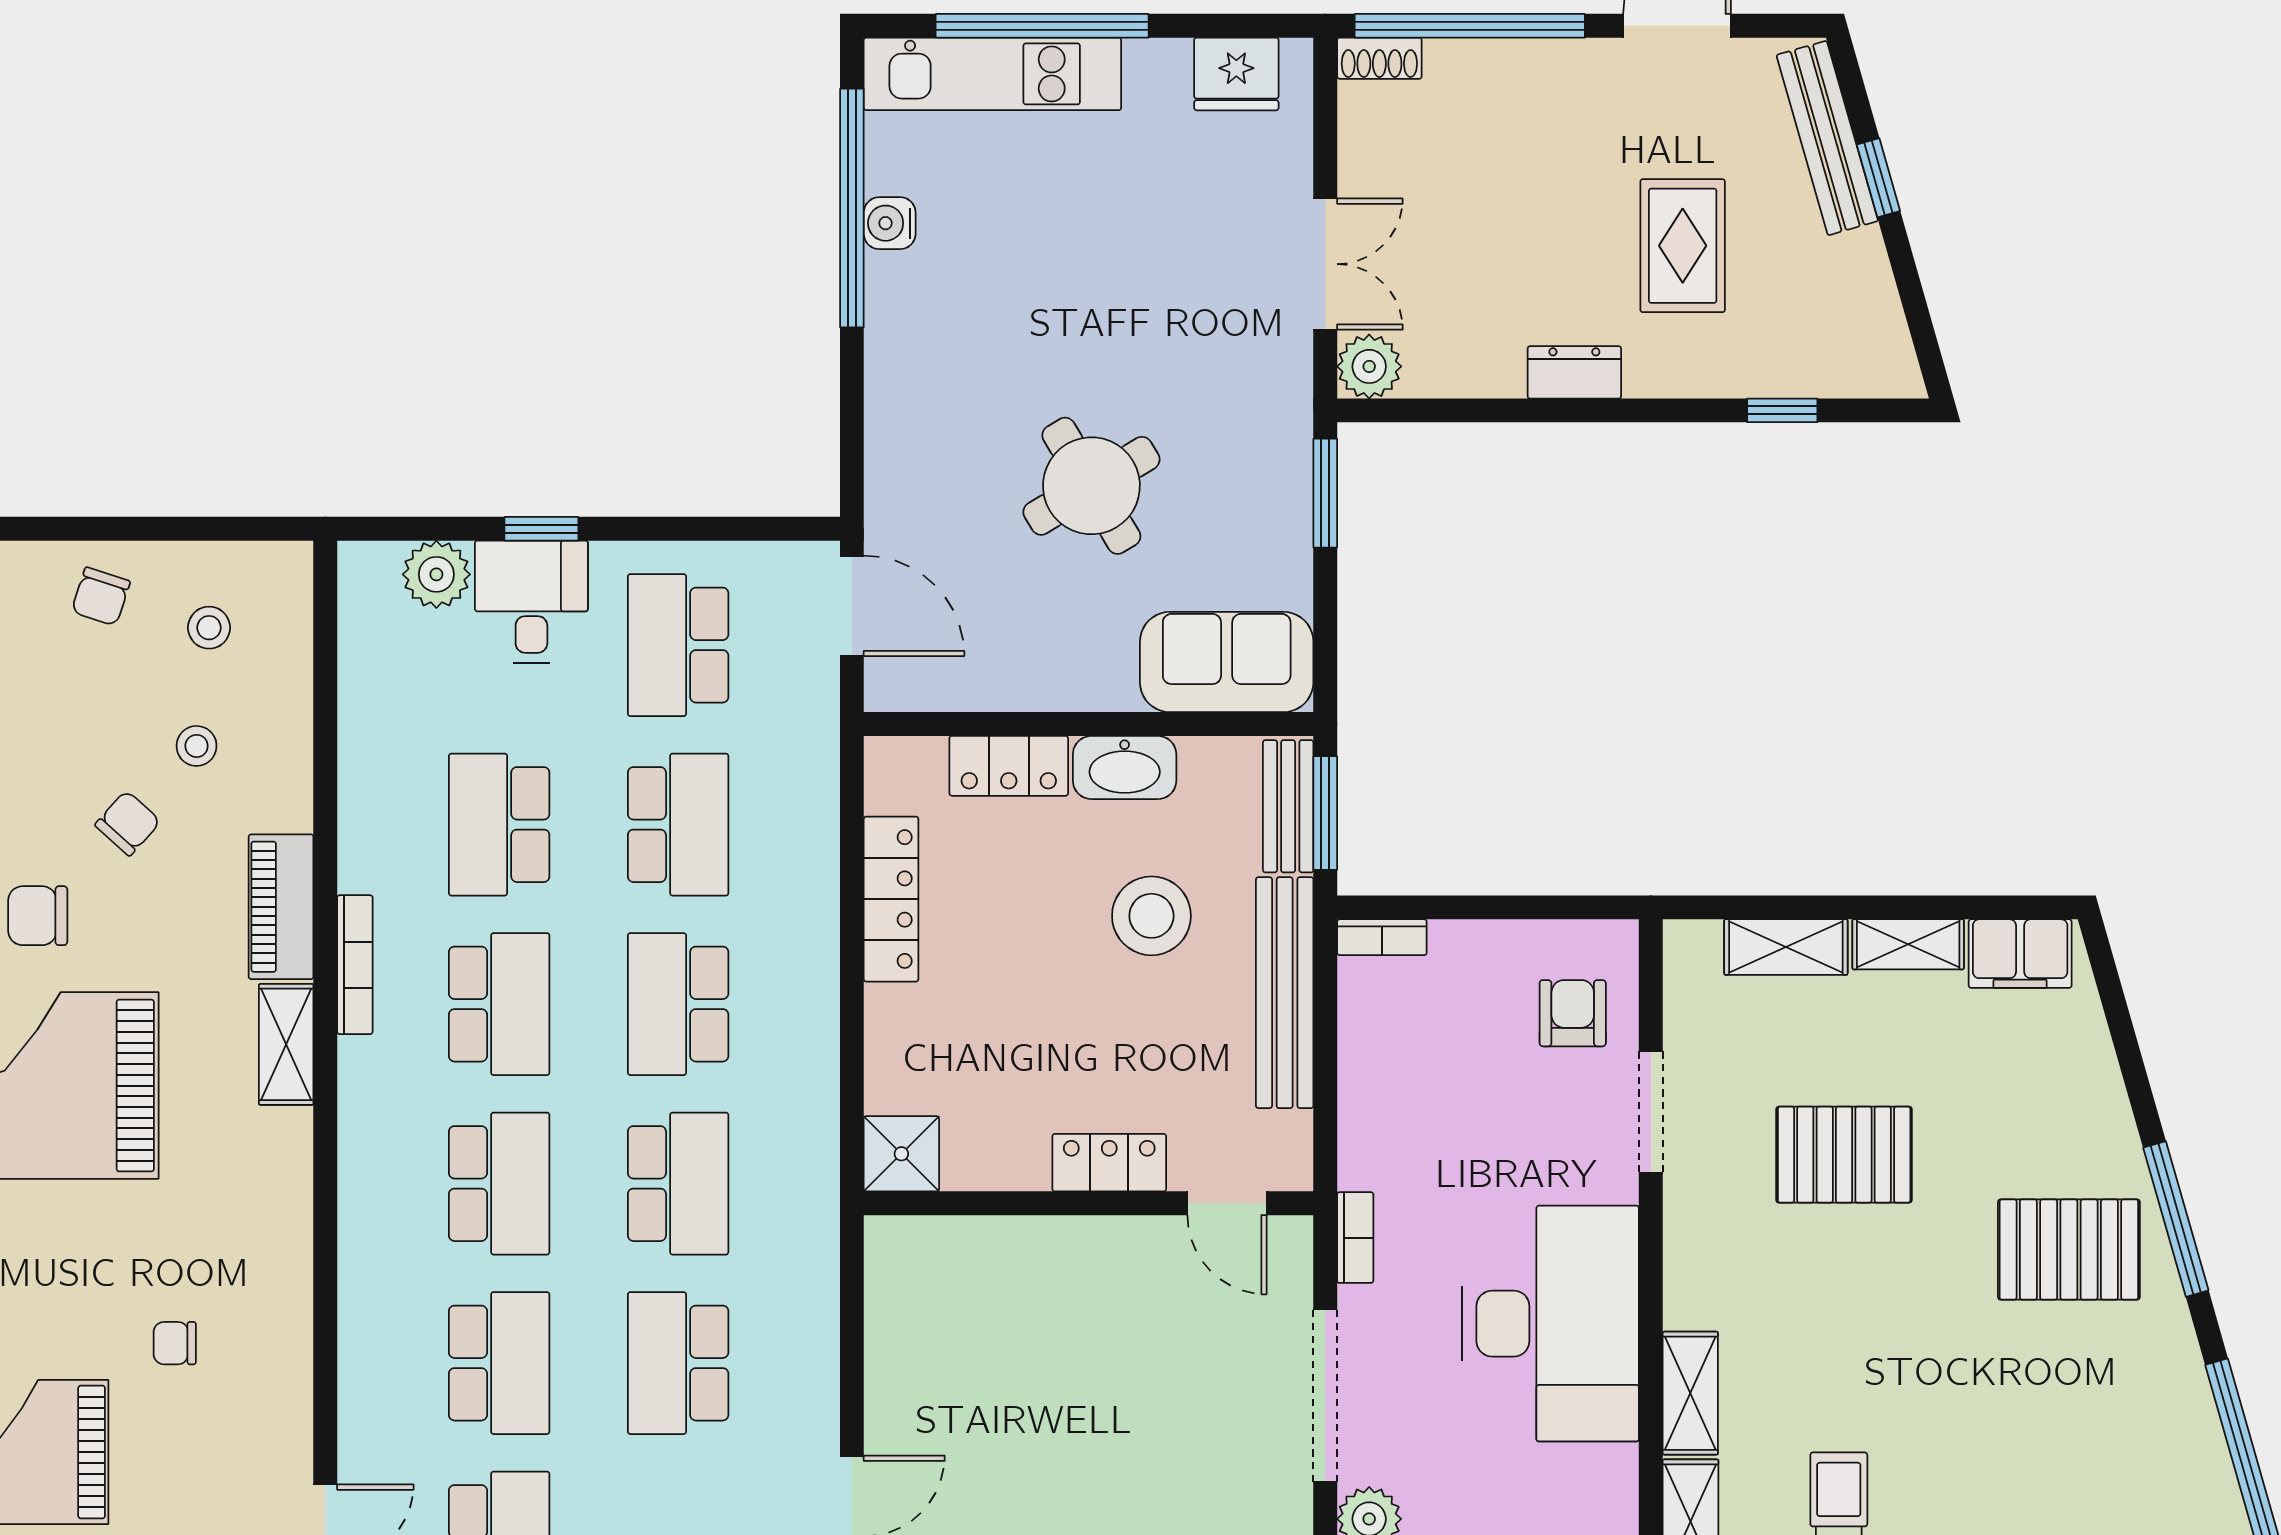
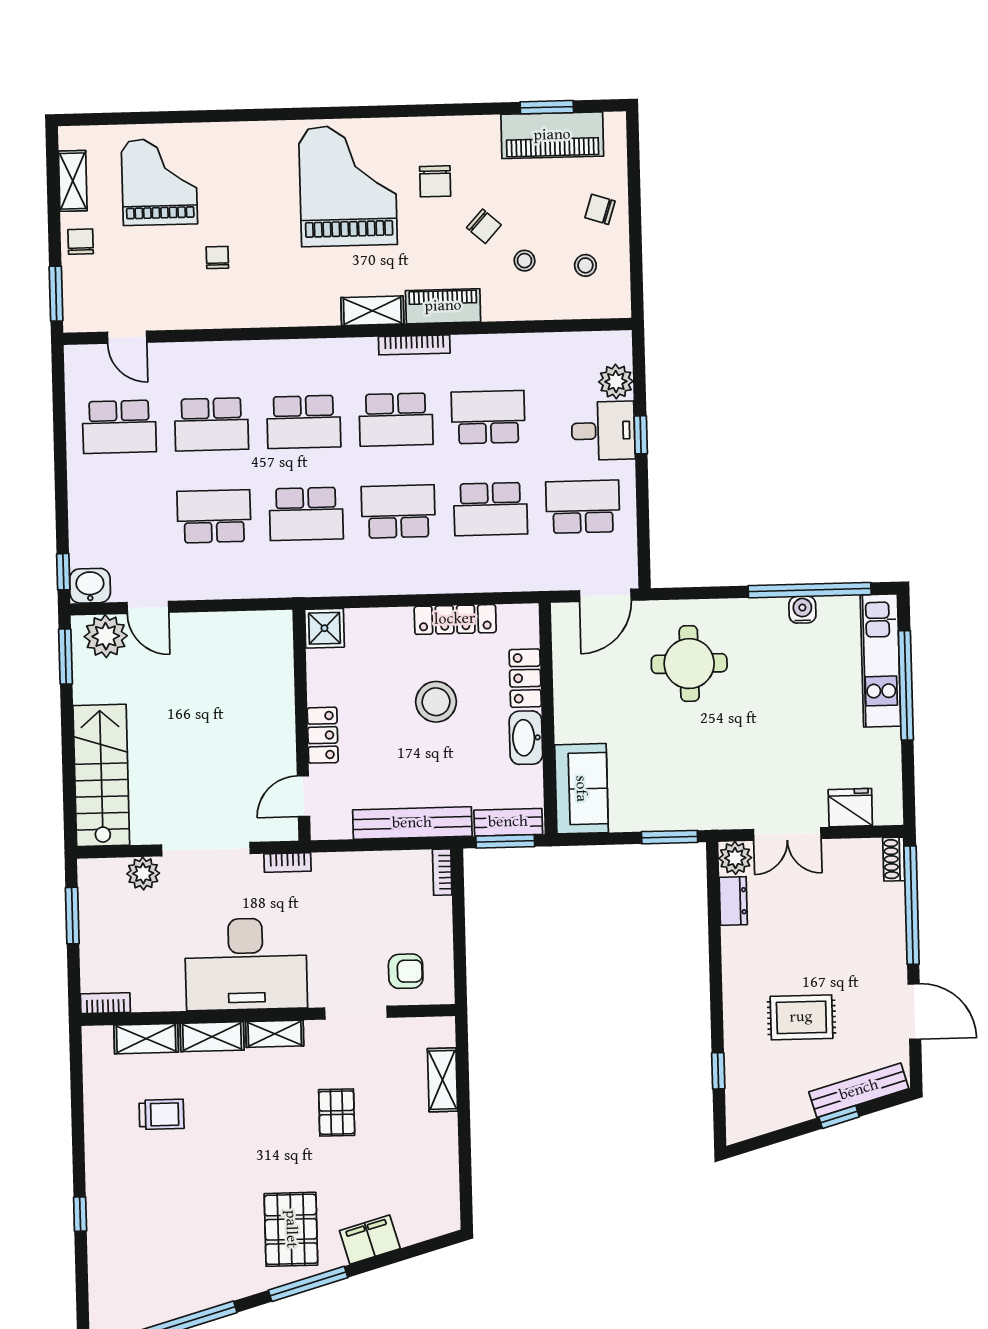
fridge: (1236, 74) -> (850, 808), moved, turned 90
dresser: (1574, 372) -> (733, 901), moved
round table: (1091, 486) -> (689, 664), moved, turned 31
chair: (38, 916) -> (435, 181), turned 180
stool: (1151, 916) -> (436, 702), moved
shelving: (1908, 944) -> (275, 1034), moved, turned 90
filing cabinet: (2020, 954) -> (370, 1240), moved, turned 74
pallet: (1844, 1155) -> (337, 1113), width x0.67, depth x0.71

